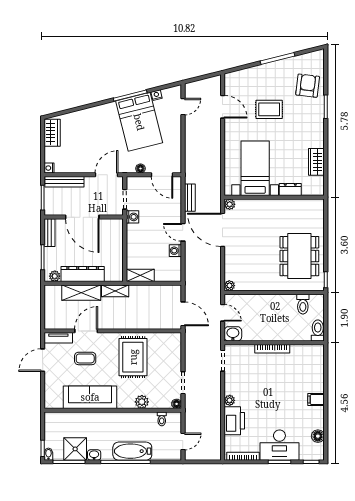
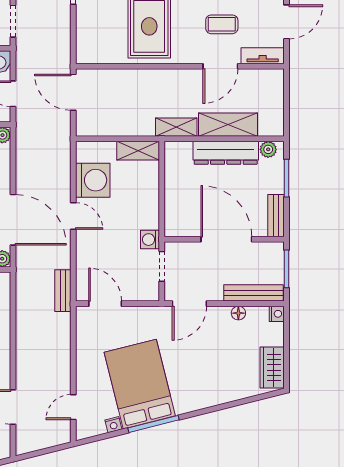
floor lamp: (140, 169) -> (238, 313), moved
bench: (190, 198) -> (63, 291), moved
washing machine: (175, 251) -> (93, 180), width x1.89, depth x1.89

